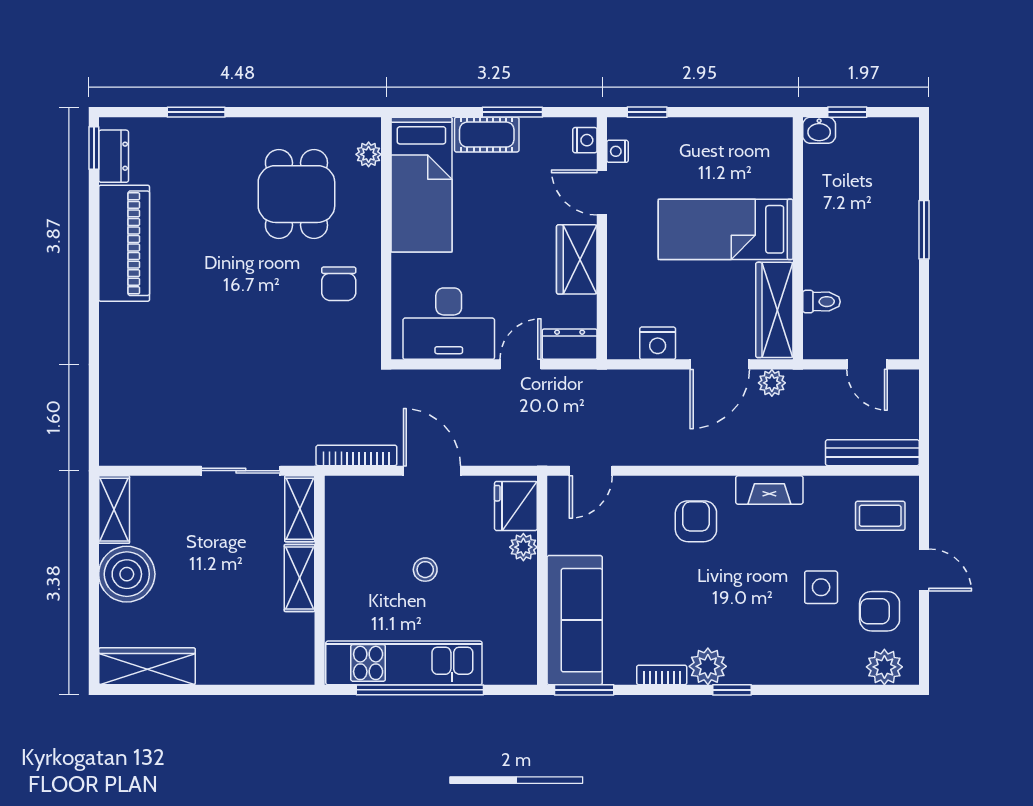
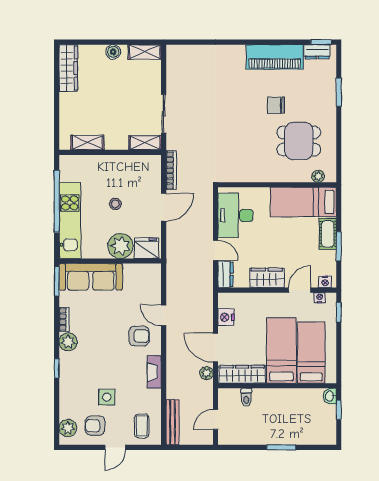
bed: (730, 168) -> (311, 353), added
chair: (339, 284) -> (276, 105), moved
door: (591, 471) -> (164, 315), moved
plant: (523, 547) -> (121, 246), width x1.88, depth x1.88
boiler: (127, 574) -> (113, 52), width x0.54, depth x0.54
shelving: (300, 578) -> (88, 143), moved
armchair: (880, 611) -> (95, 426), turned -90
kitchen unit: (404, 663) -> (70, 220), moved
window: (732, 690) -> (57, 368), moved

